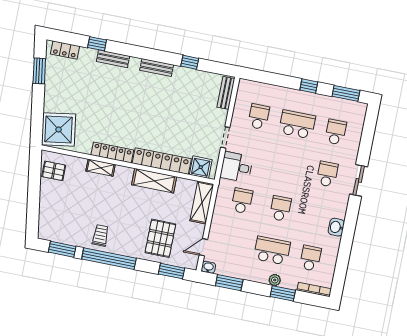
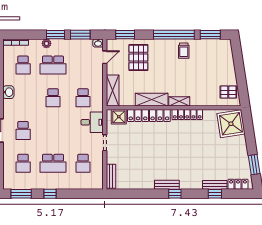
bench: (113, 59) -> (215, 185), moved
window: (190, 62) -> (175, 194), moved
shelving: (101, 168) -> (179, 101), moved
window: (283, 293) -> (56, 35), moved

